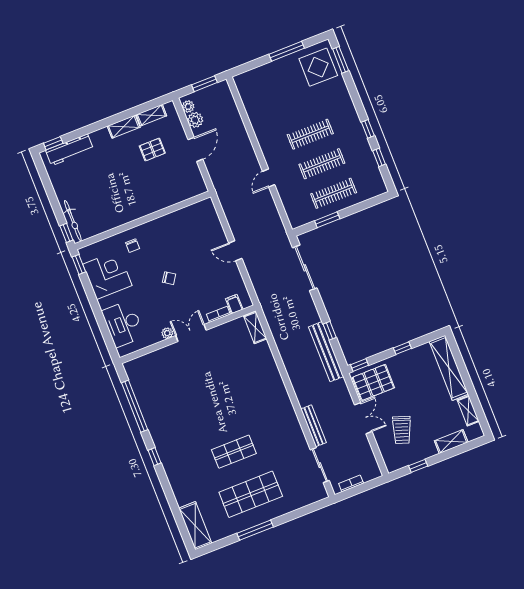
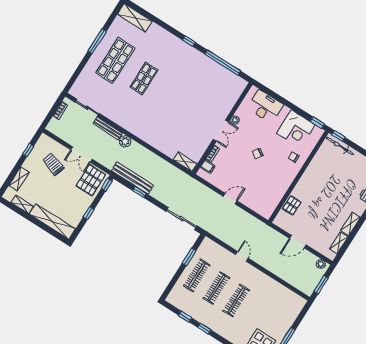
plant: (195, 120) -> (125, 141), moved
door: (195, 149) -> (298, 242), hinge flipped
pallet: (152, 150) -> (292, 205), moved

